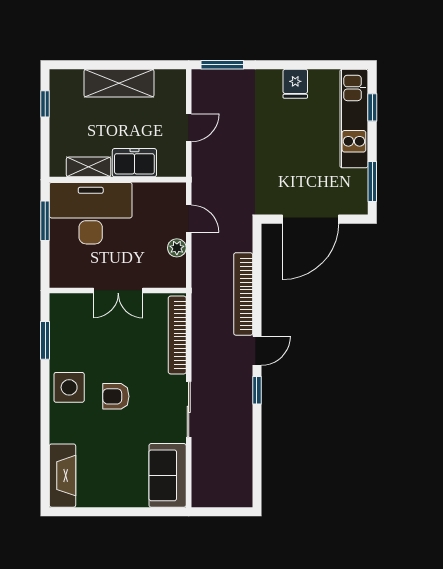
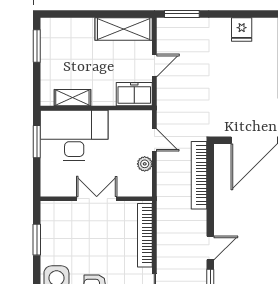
shelving: (119, 83) -> (124, 29), moved
window: (45, 104) -> (37, 46), width x1.50
freezer: (134, 163) -> (134, 94), moved
double door: (118, 290) -> (97, 199), swing flipped
bookcase: (243, 294) -> (199, 175), moved

